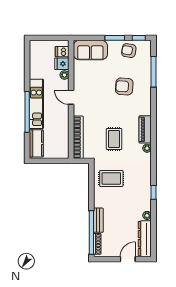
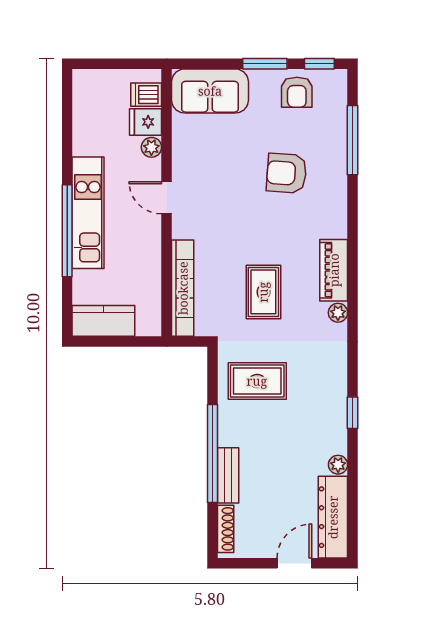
armchair: (129, 51) -> (297, 92), turned -99
kitchen counter: (36, 143) -> (103, 321), moved, turned -90
window: (91, 232) -> (212, 454), moved

